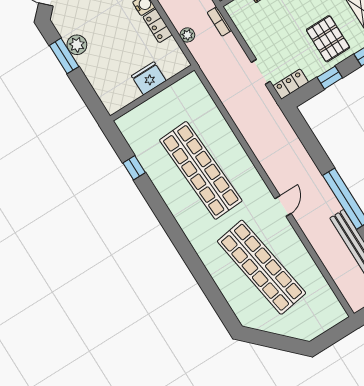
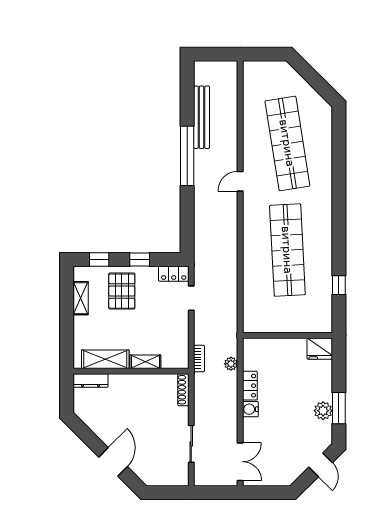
fridge: (149, 78) -> (320, 349), moved

